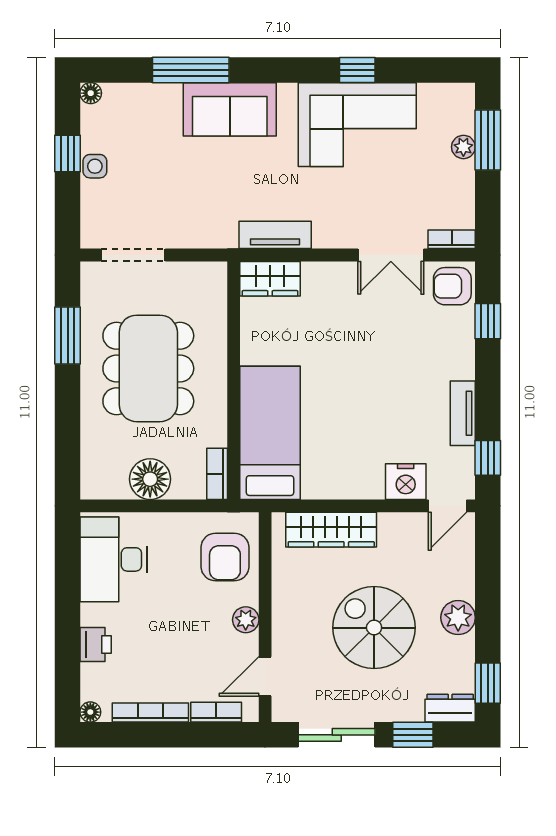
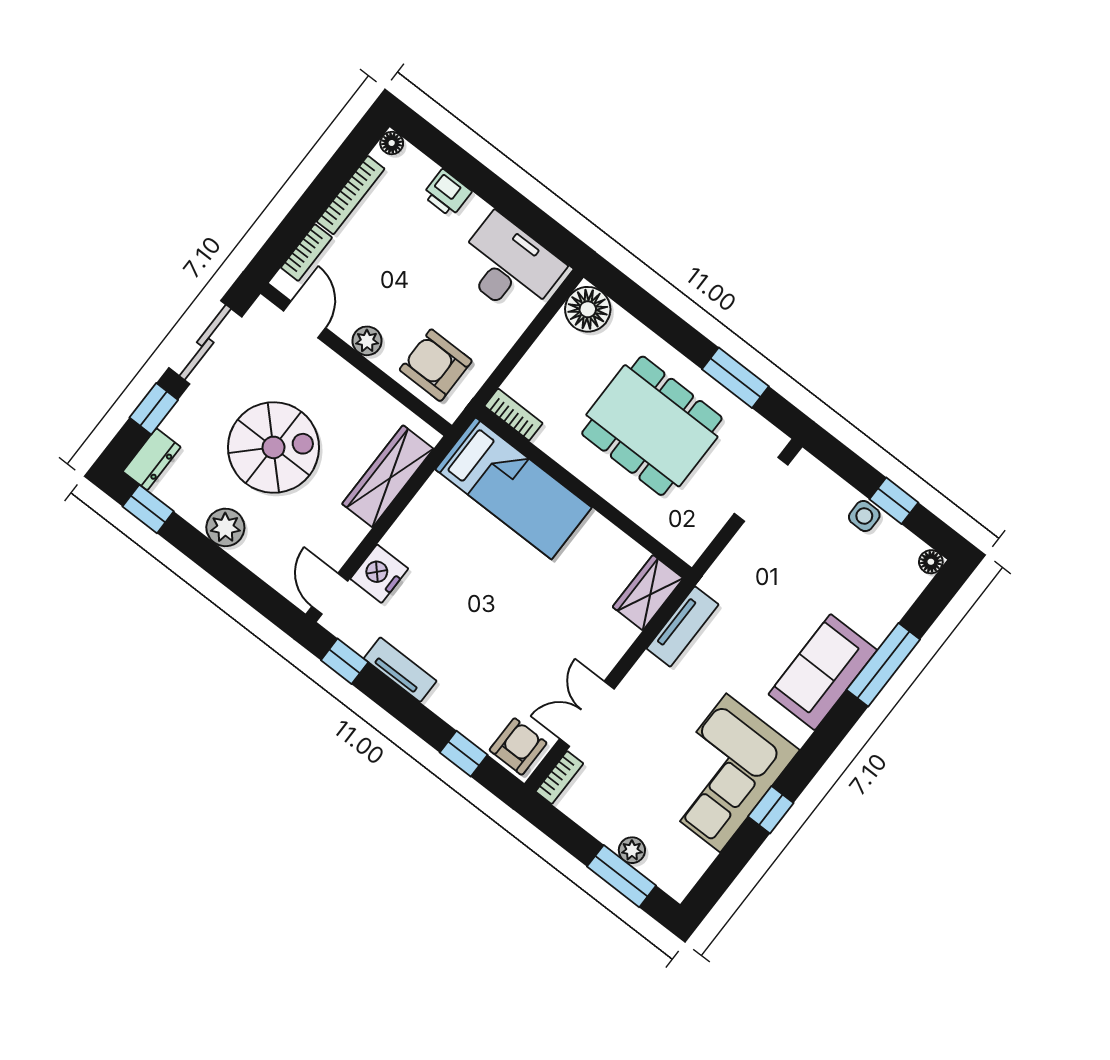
floor lamp: (150, 479) -> (588, 309), moved

